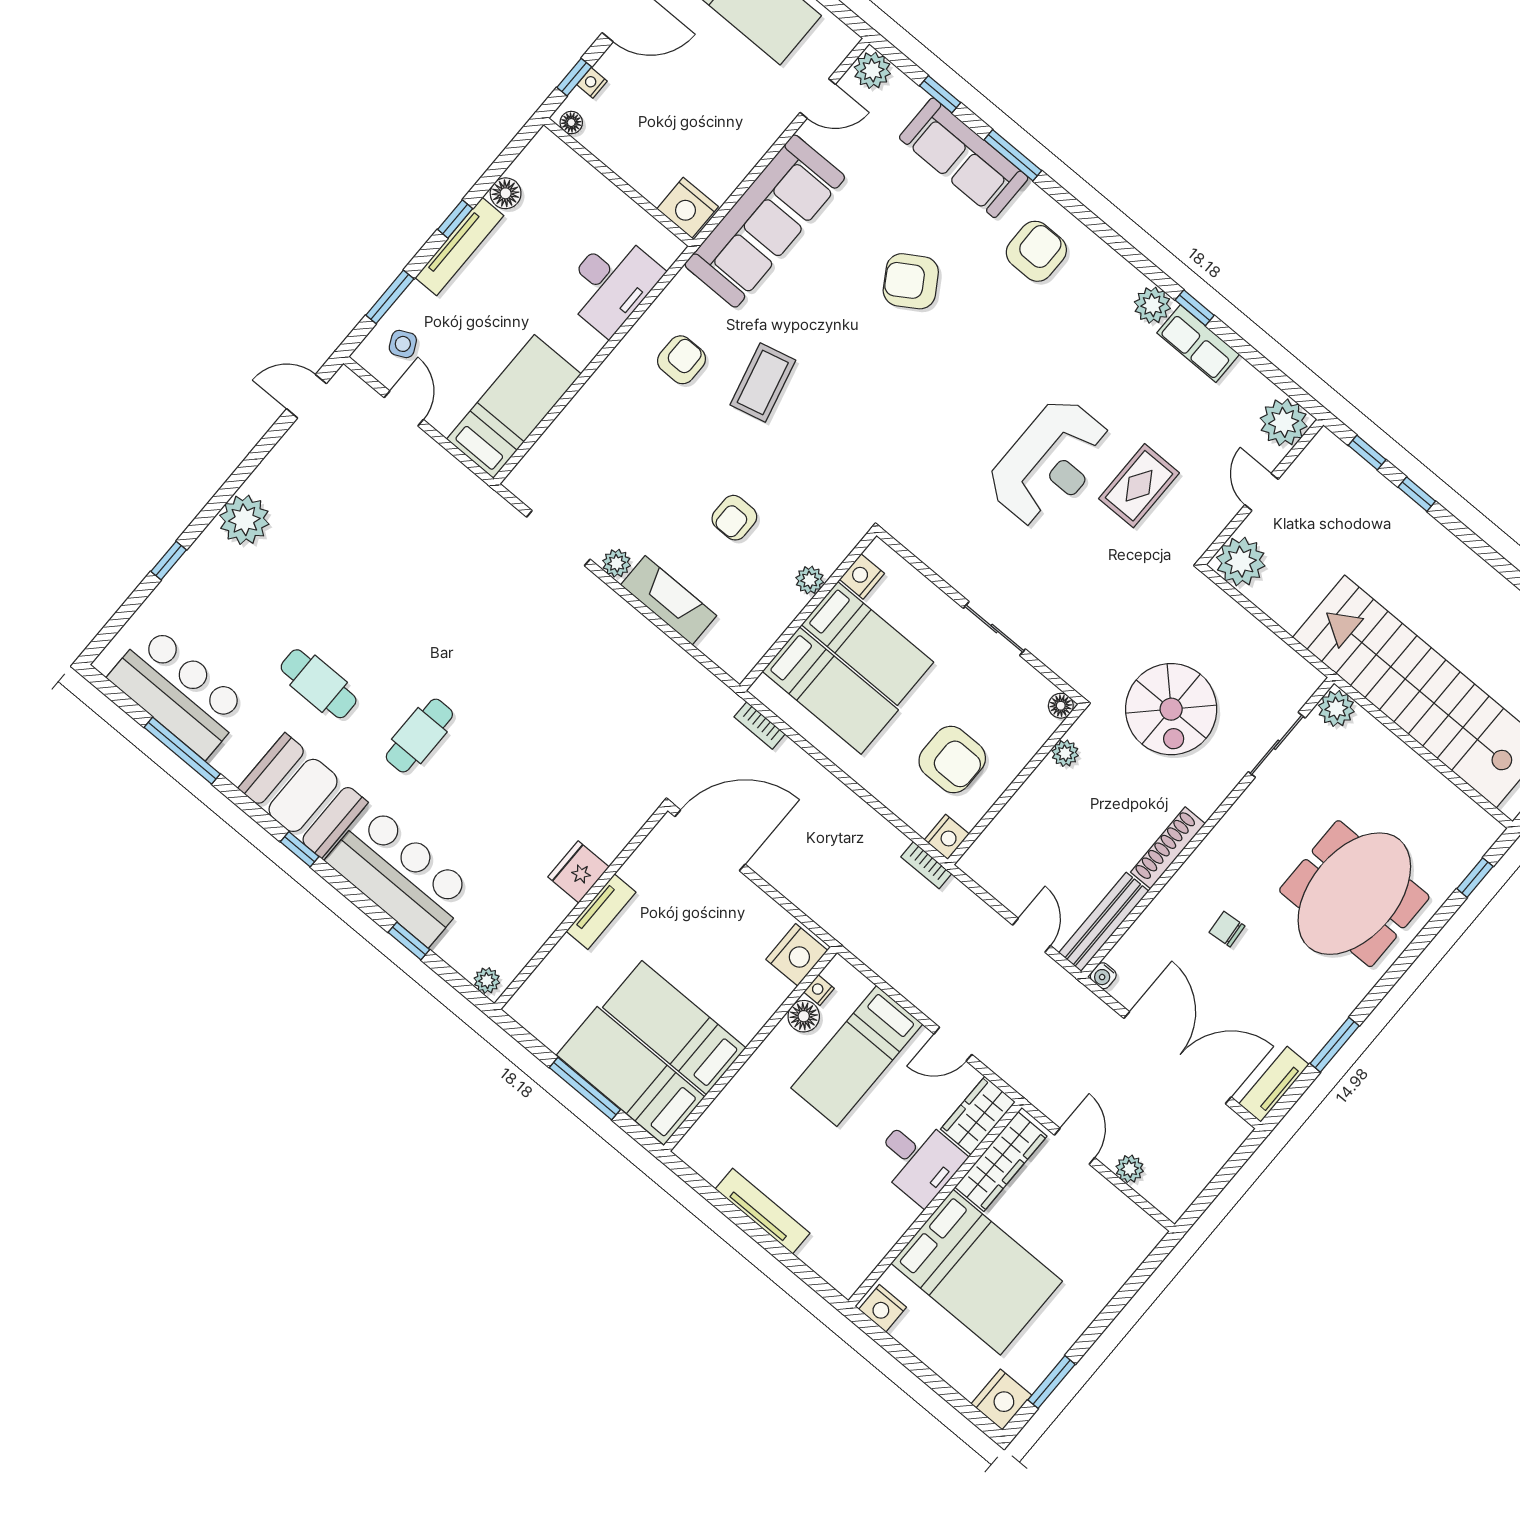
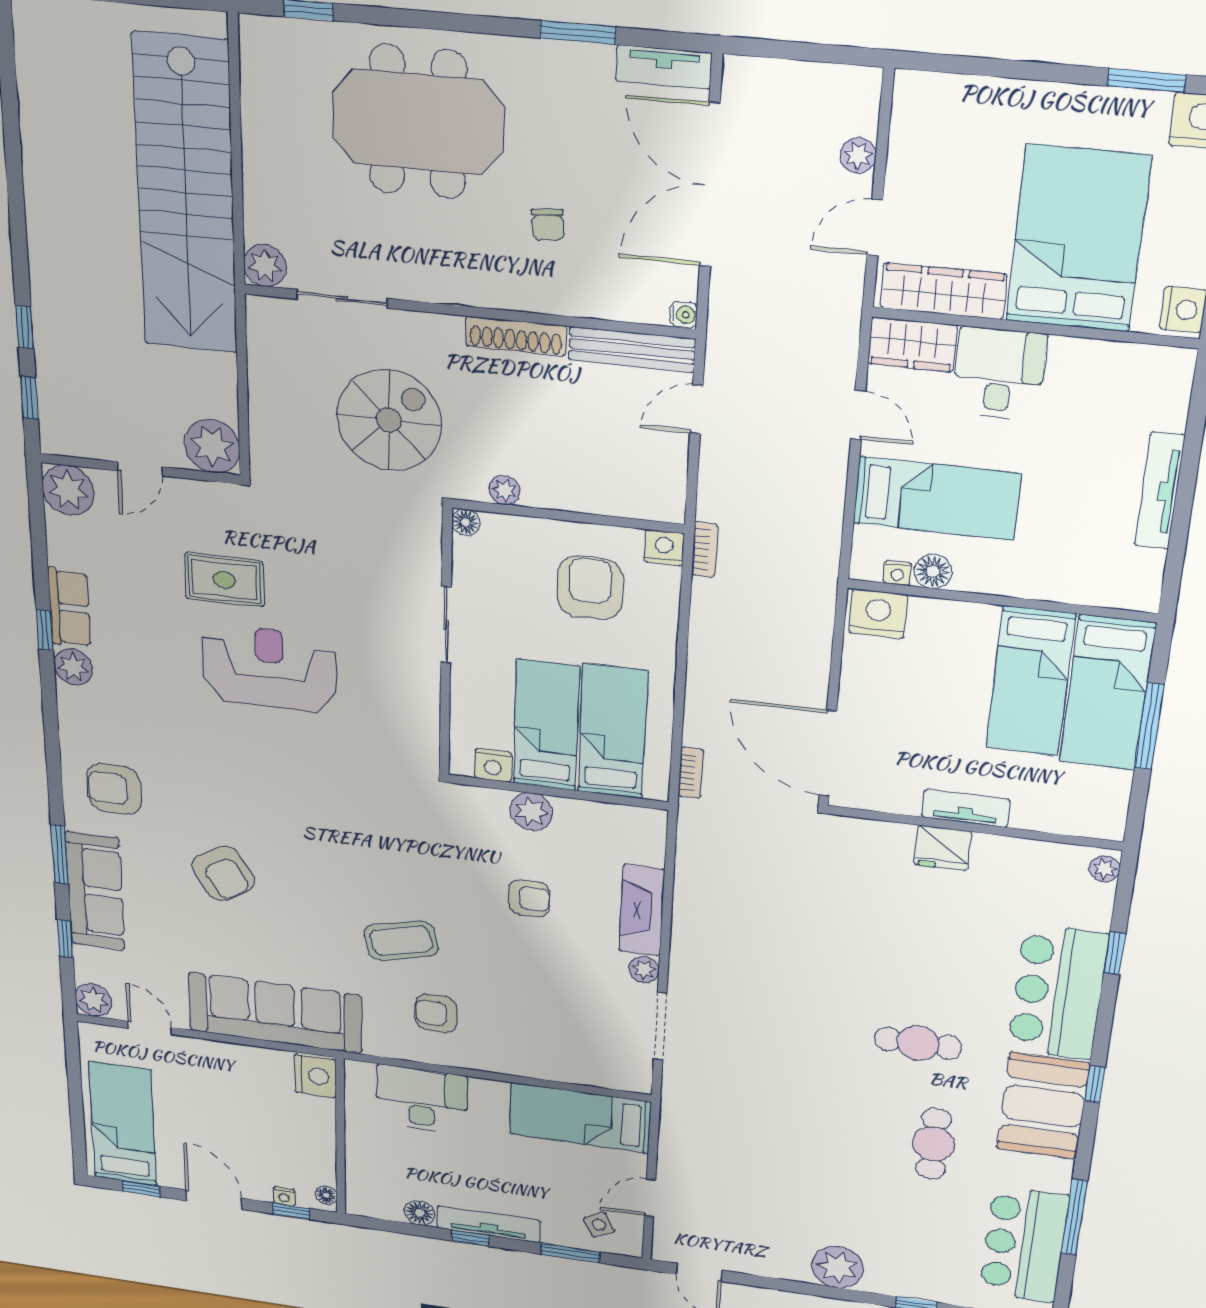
plant: (810, 580) -> (531, 812), width x1.38, depth x1.38

